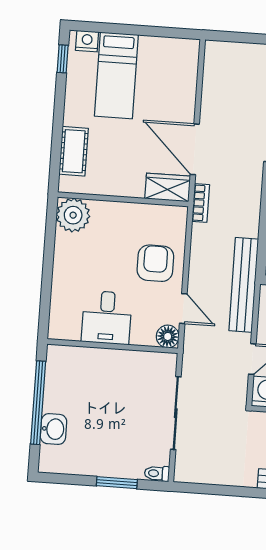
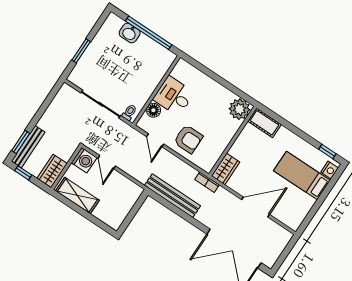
door: (195, 149) -> (256, 207), moved
cot: (74, 151) -> (264, 123), moved
bench: (244, 285) -> (172, 196), moved
door: (183, 309) -> (155, 140), hinge flipped
floor lamp: (168, 336) -> (153, 110), moved
toilet: (157, 473) -> (129, 112), moved

